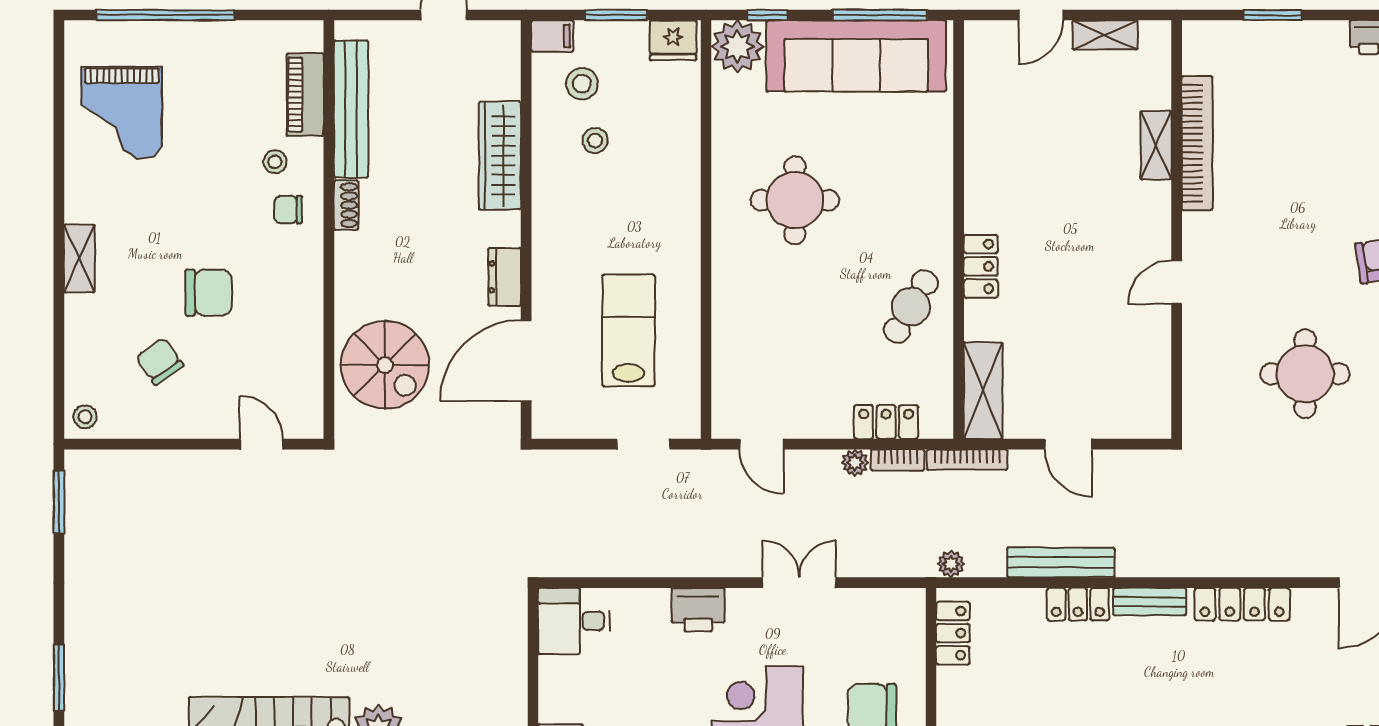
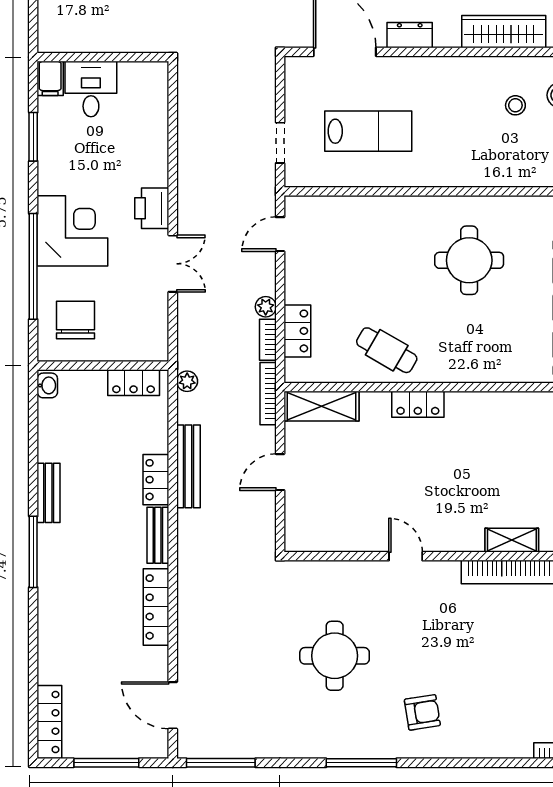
printer: (698, 610) -> (152, 208), moved
desk: (574, 621) -> (91, 89), moved

